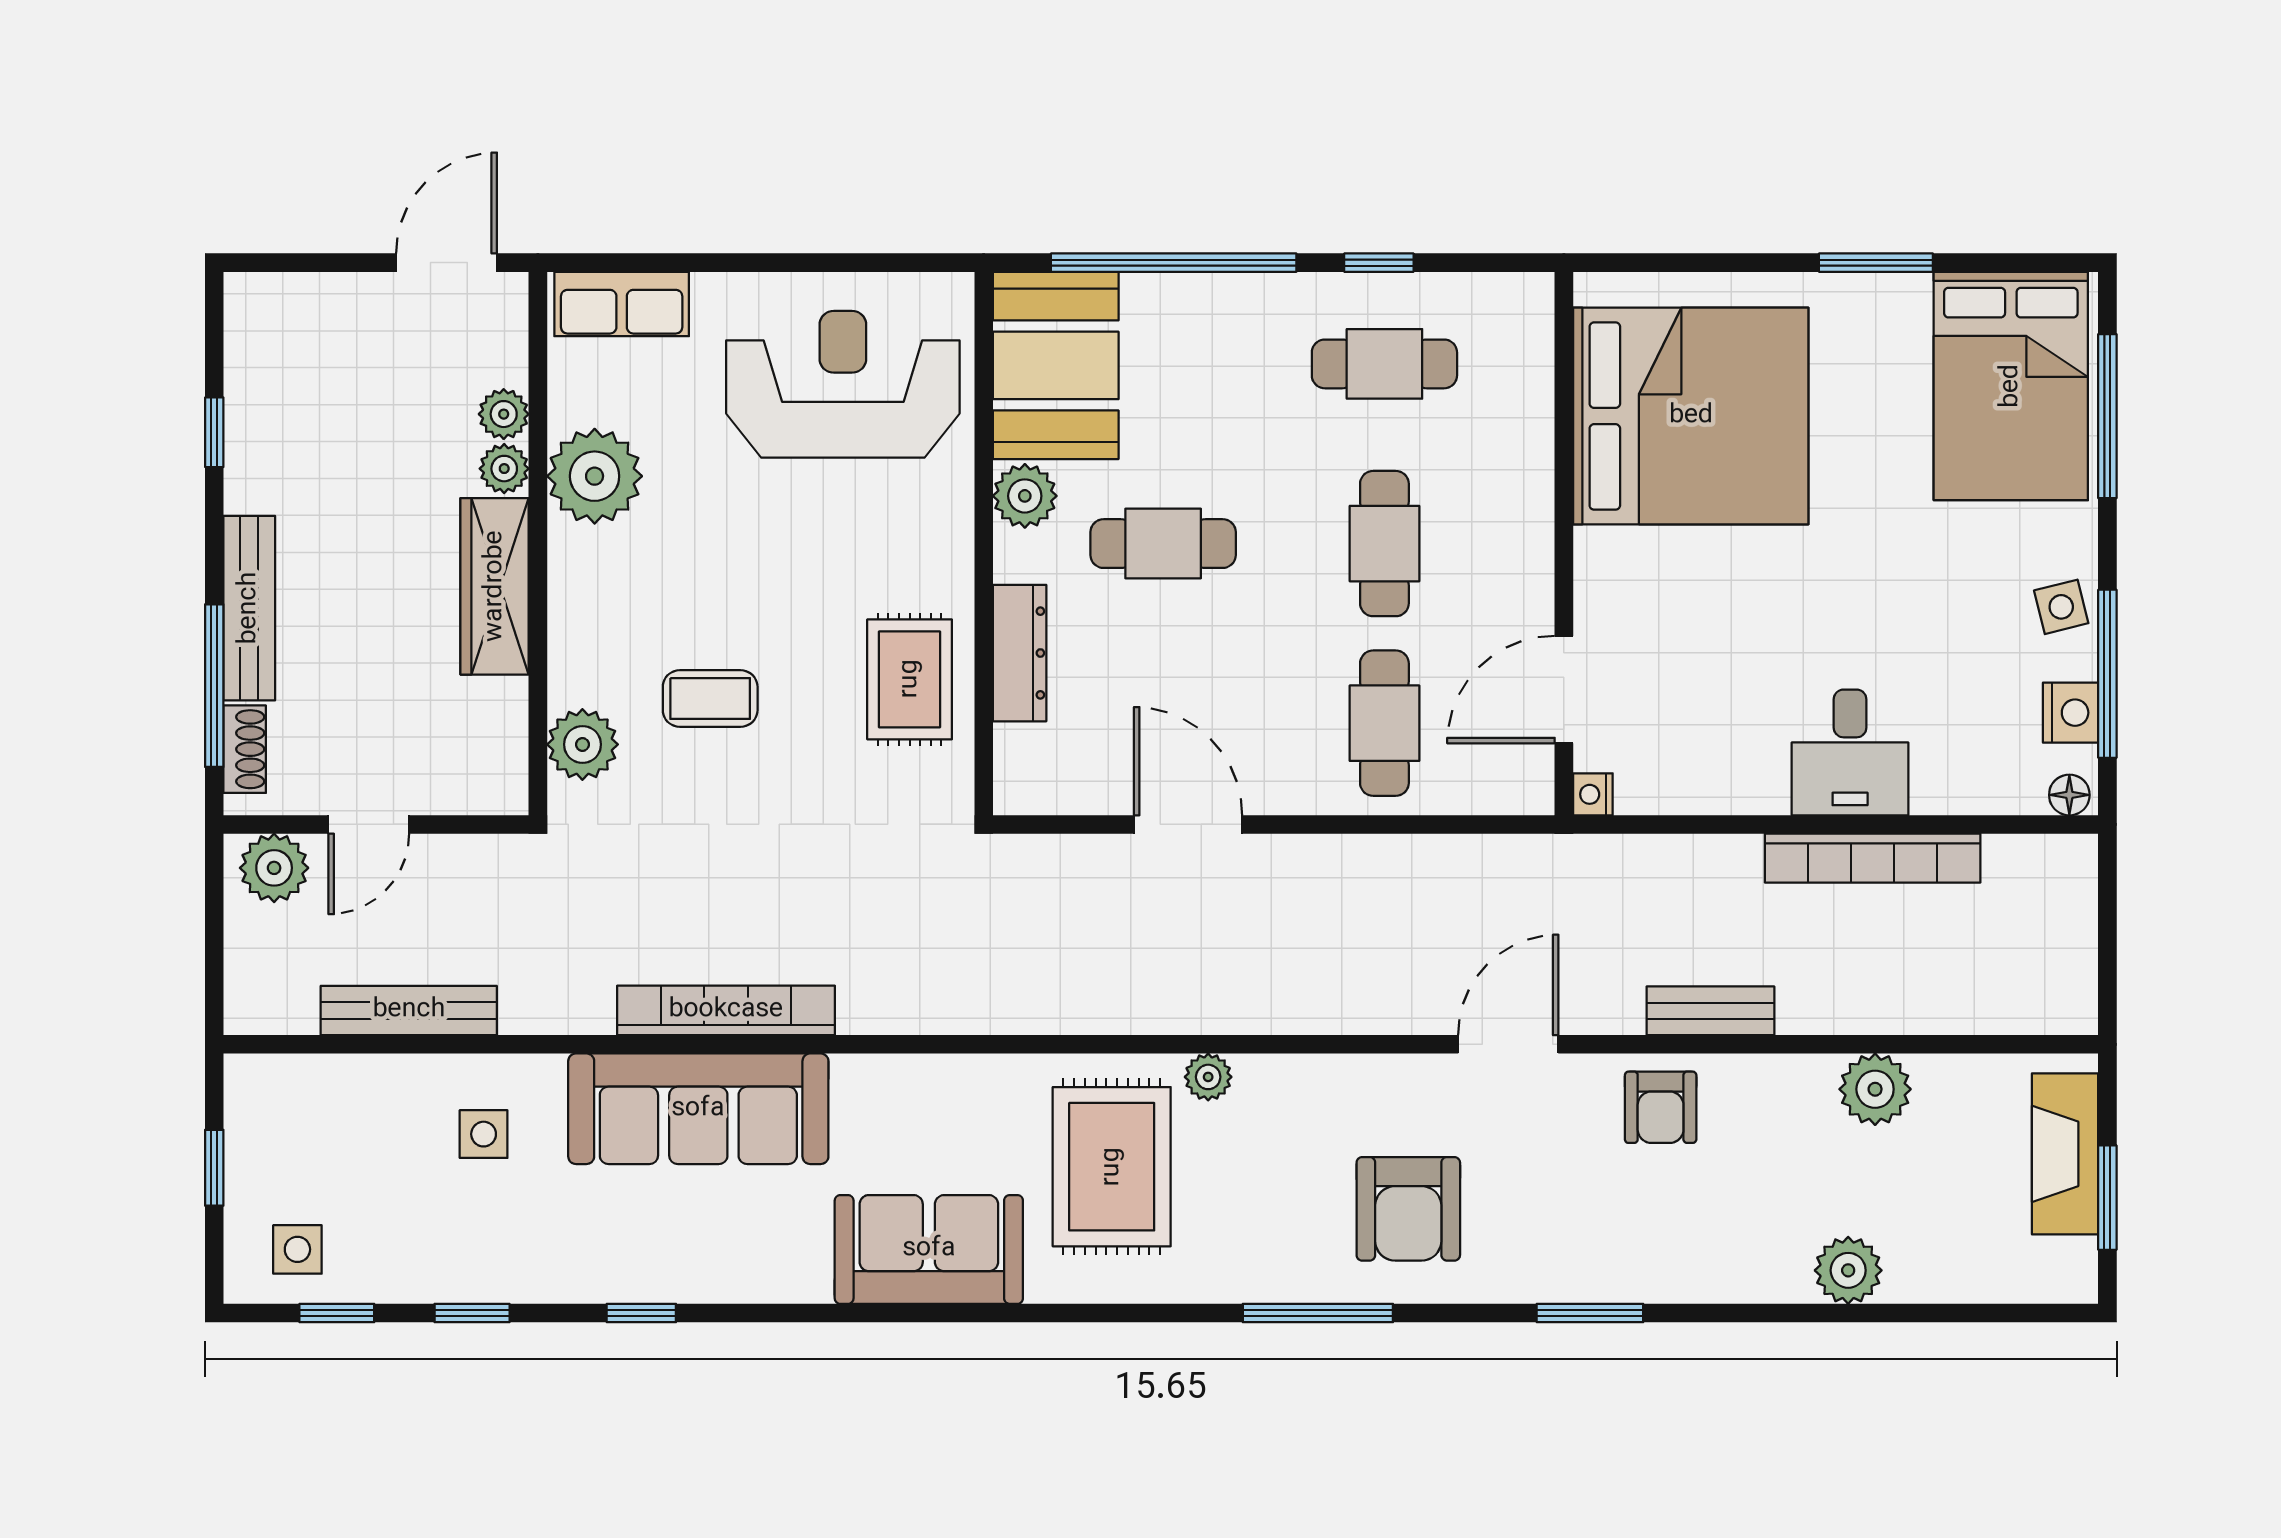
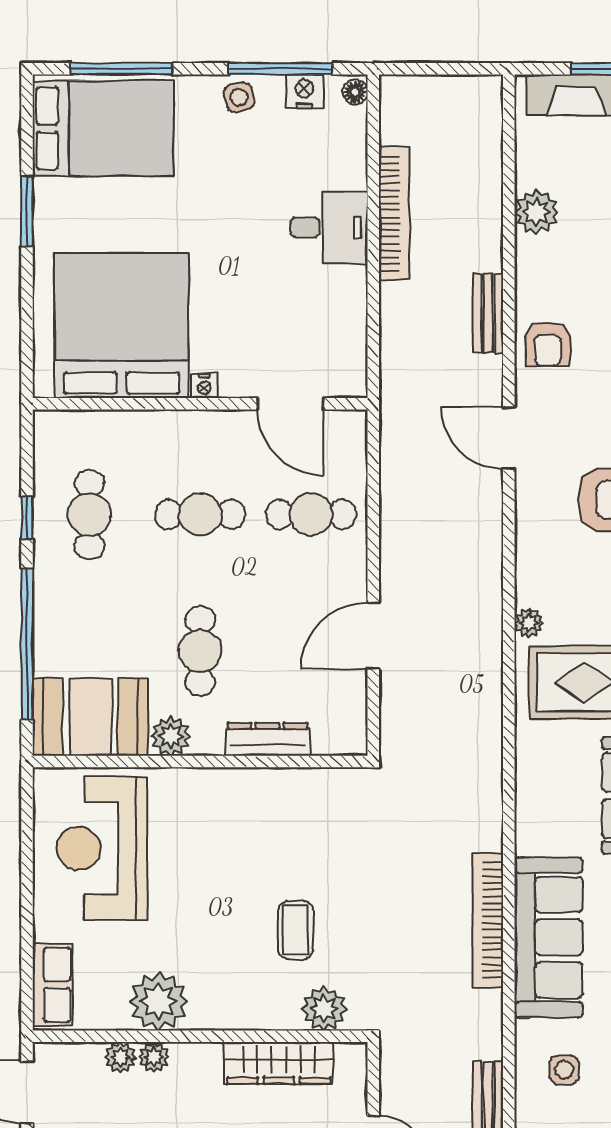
wardrobe: (495, 586) -> (279, 1063), moved
rug: (910, 679) -> (284, 807), removed
nightstand: (1593, 794) -> (204, 386), moved
armchair: (1661, 1107) -> (548, 344), turned 90

